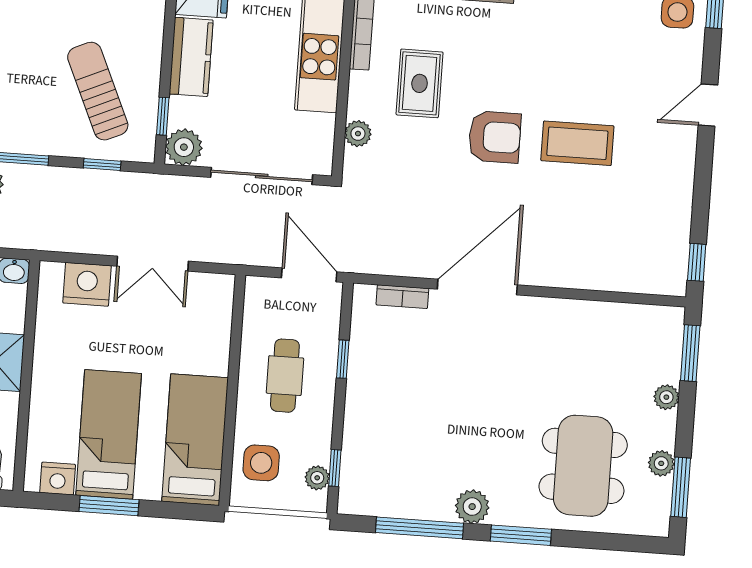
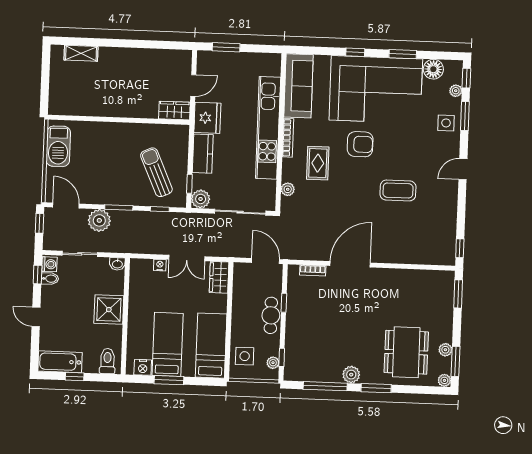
armchair: (495, 137) -> (360, 144), moved
nightstand: (87, 284) -> (160, 265), width x0.53, depth x0.56
wardrobe: (215, 304) -> (219, 277), added
cafe table: (285, 376) -> (271, 315), moved
plant: (666, 397) -> (444, 380), moved

